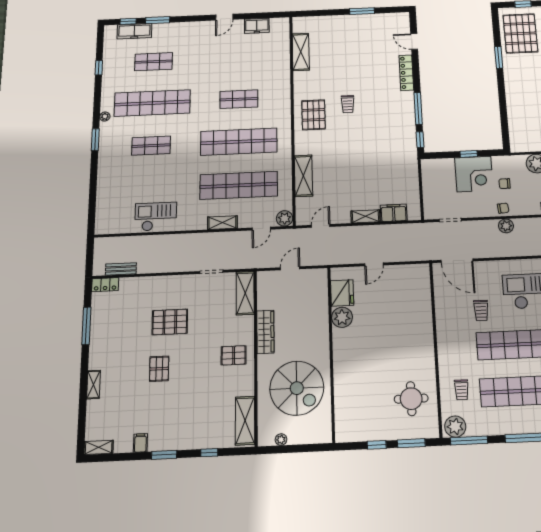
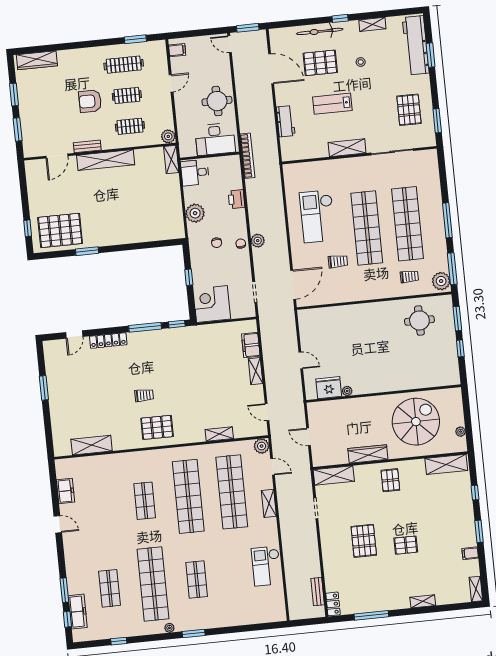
corner desk: (474, 174) -> (212, 304), moved, turned -90
shelving: (303, 176) -> (219, 434), width x0.67, depth x0.75
plant: (342, 317) -> (347, 391), width x0.53, depth x0.53

